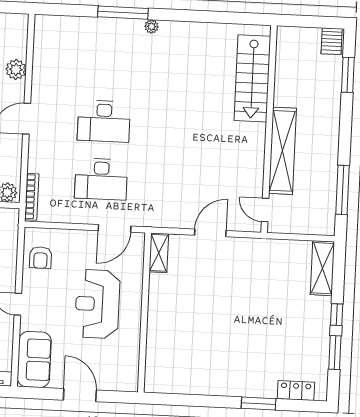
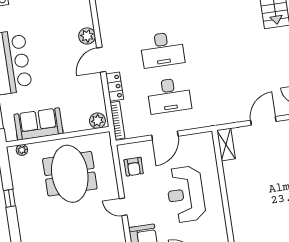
plant: (16, 69) -> (87, 36), moved
locker: (37, 155) -> (115, 87), added
door: (114, 228) -> (165, 136), moved

